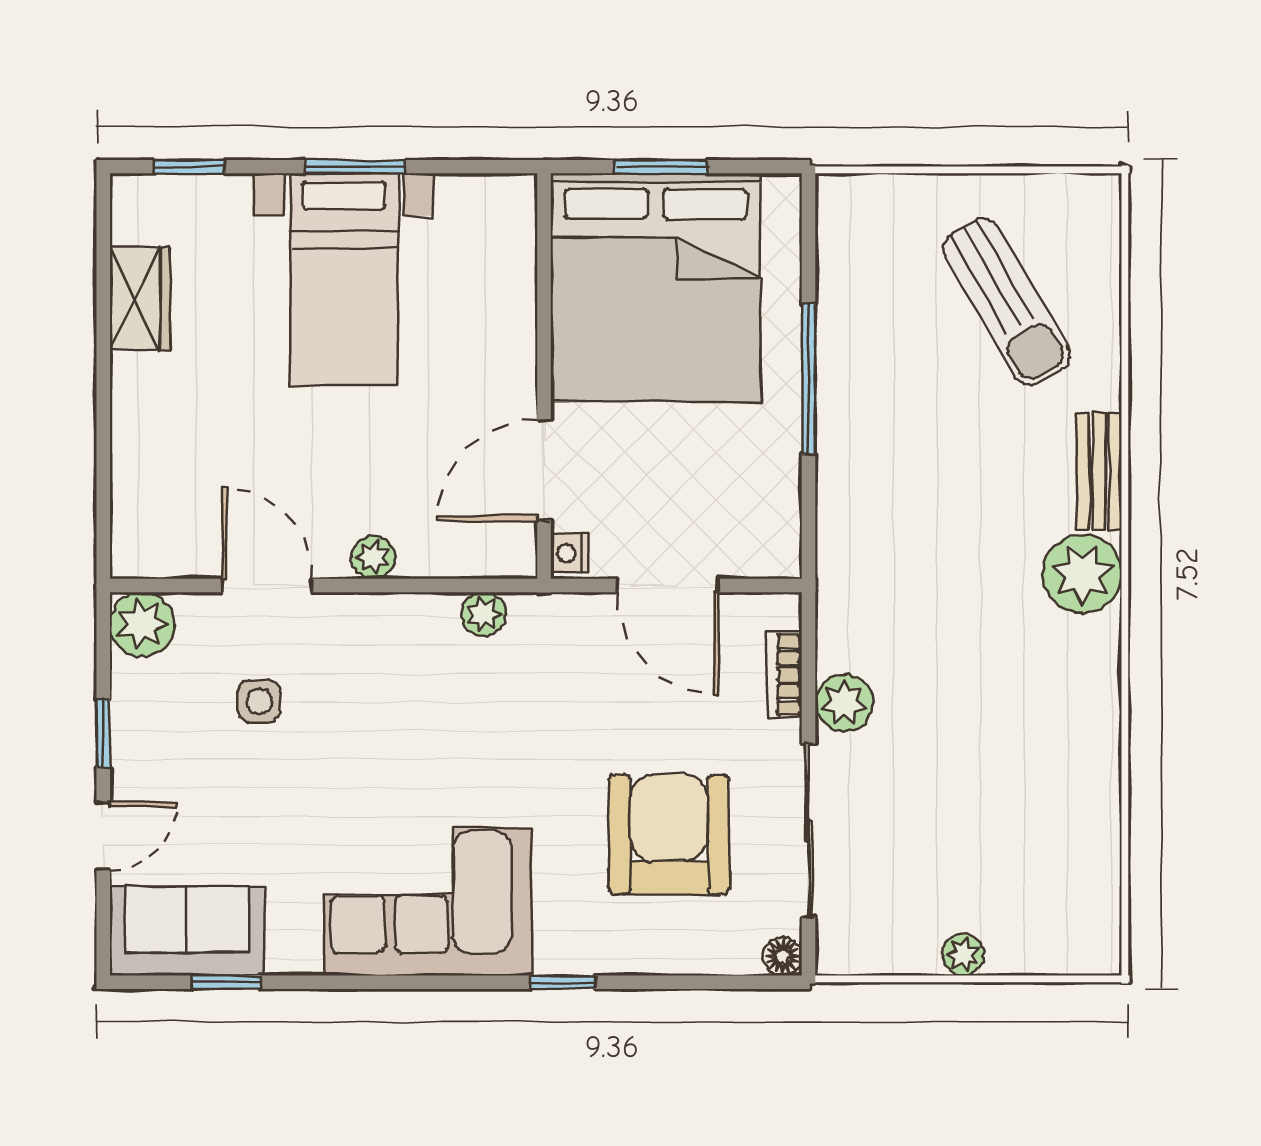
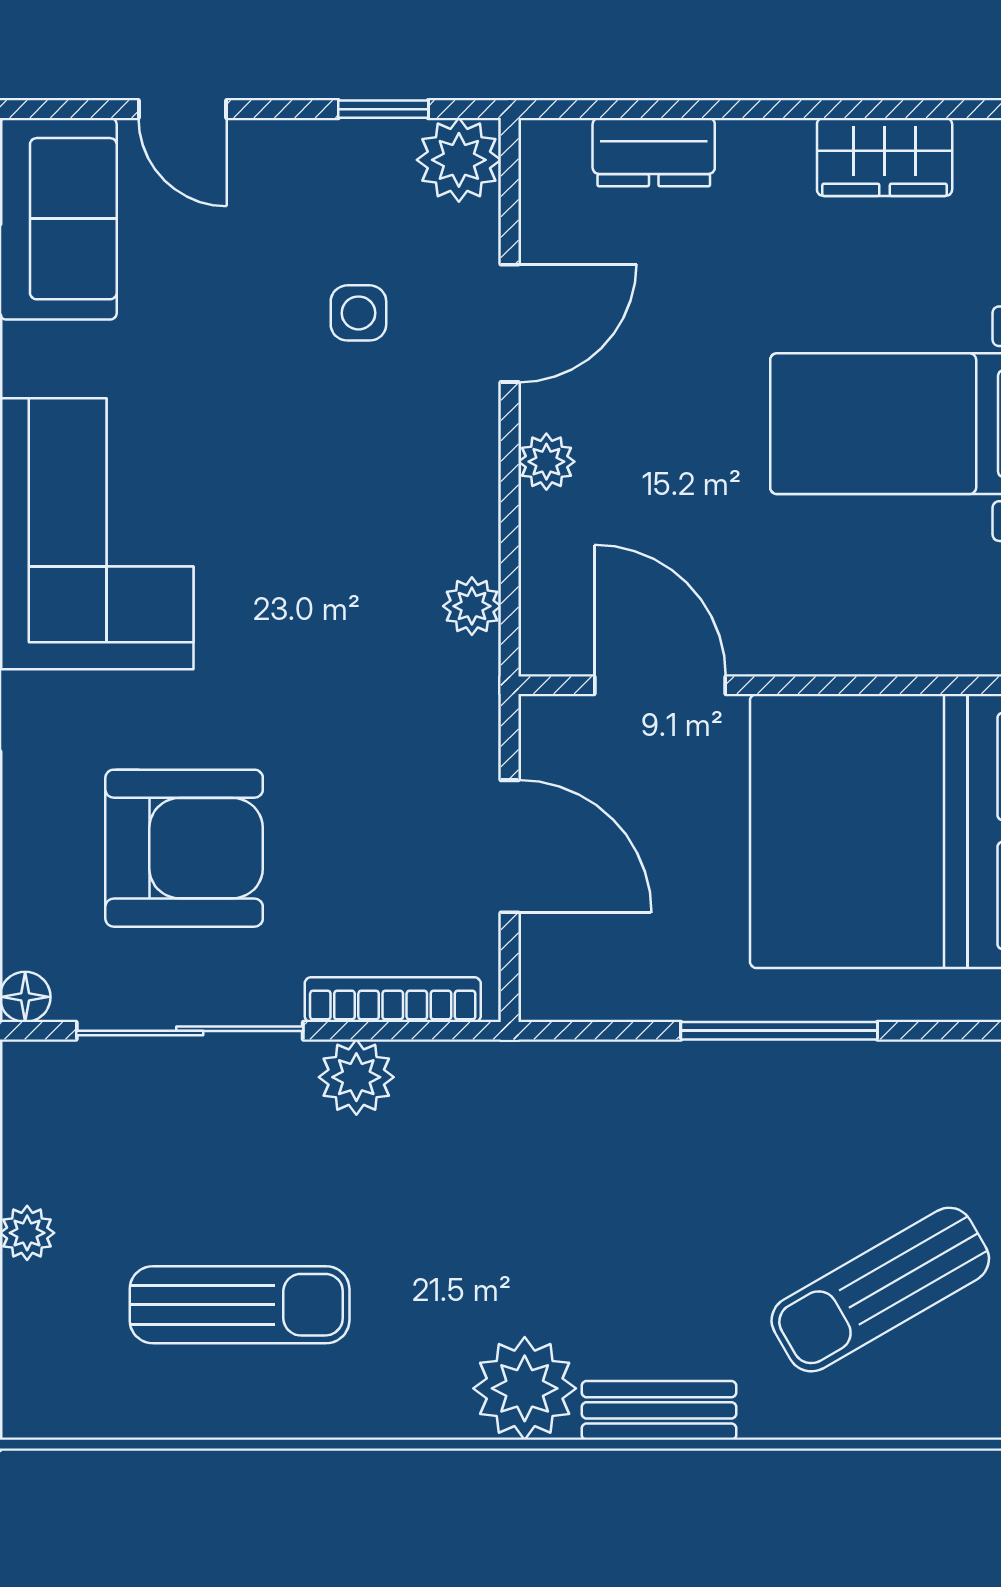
dresser: (136, 475) -> (654, 152), added
nightstand: (569, 553) -> (552, 718), removed
door: (667, 585) -> (510, 846), swing flipped
bookcase: (785, 675) -> (393, 1000), width x1.56
window: (103, 734) -> (383, 109), moved
sun lounger: (1018, 792) -> (240, 1305), added

